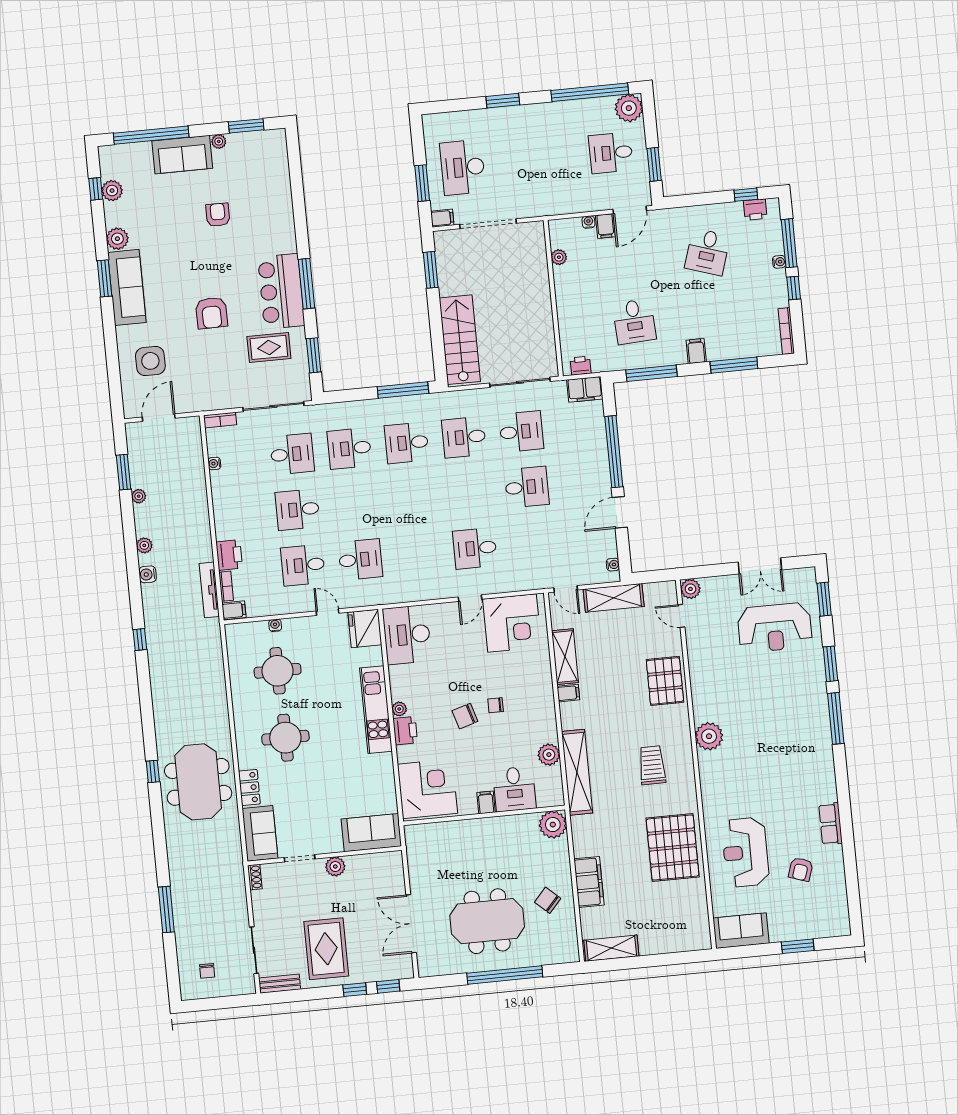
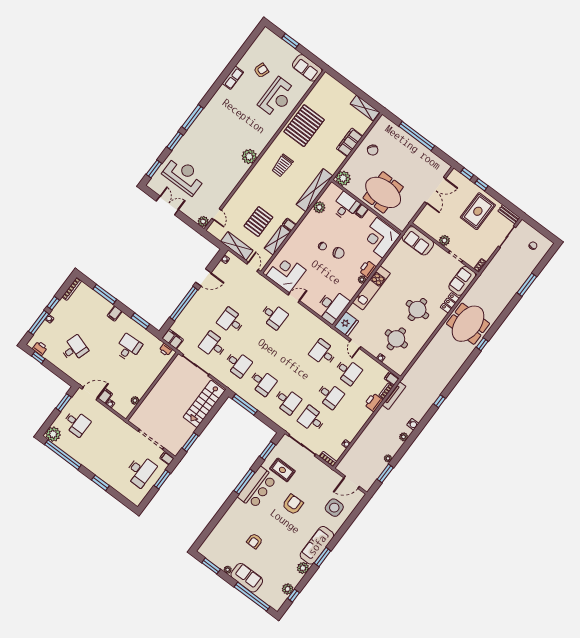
window: (652, 373) -> (140, 321), width x0.69
pallet: (665, 681) -> (258, 222), moved
meeting table: (487, 921) -> (383, 192), moved

